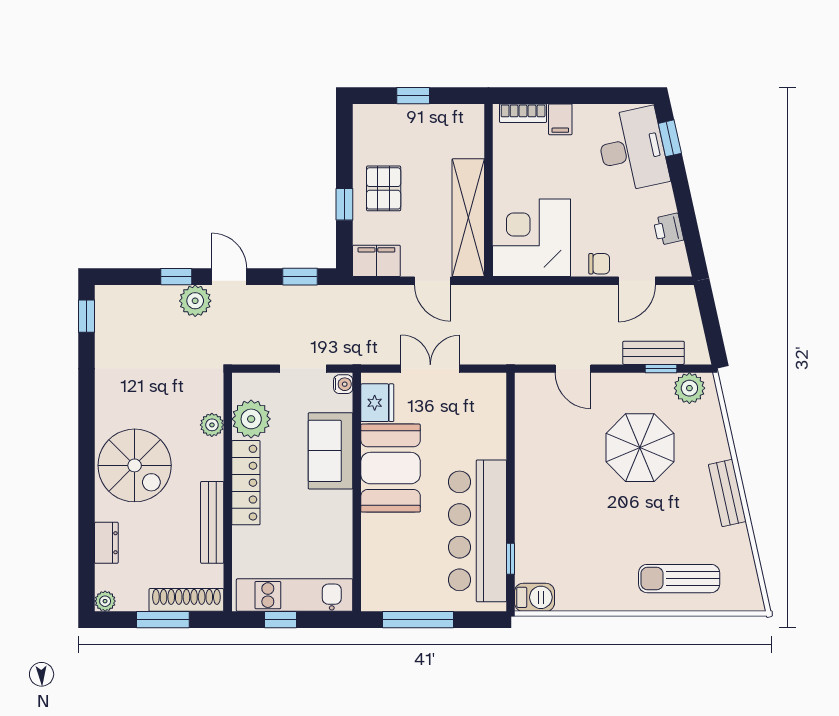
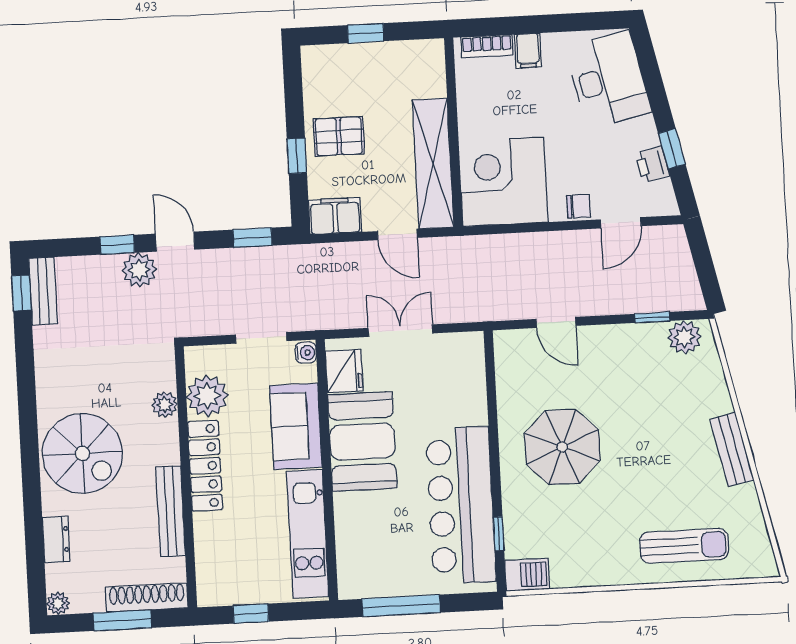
window: (670, 138) -> (672, 149), moved
pallet: (384, 188) -> (339, 136), turned 90
bench: (654, 353) -> (43, 291), moved, turned 90
parasol: (640, 448) -> (562, 447), moved
sun lounger: (679, 579) -> (684, 546), turned 180
kitchen unit: (295, 595) -> (308, 534), moved, turned -90

